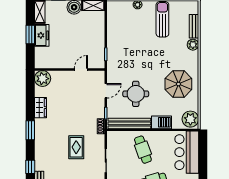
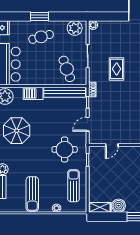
sun lounger: (120, 28) -> (74, 186), added
round table: (136, 94) -> (65, 149), moved
cafe table: (143, 150) -> (67, 69), moved

